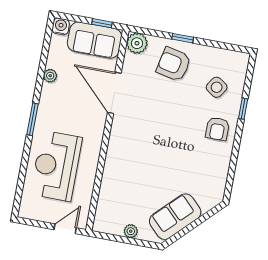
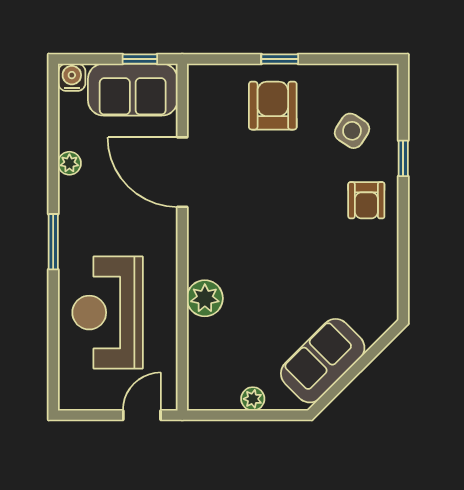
plant: (137, 43) -> (205, 298), moved
armchair: (174, 64) -> (273, 106), turned 78

